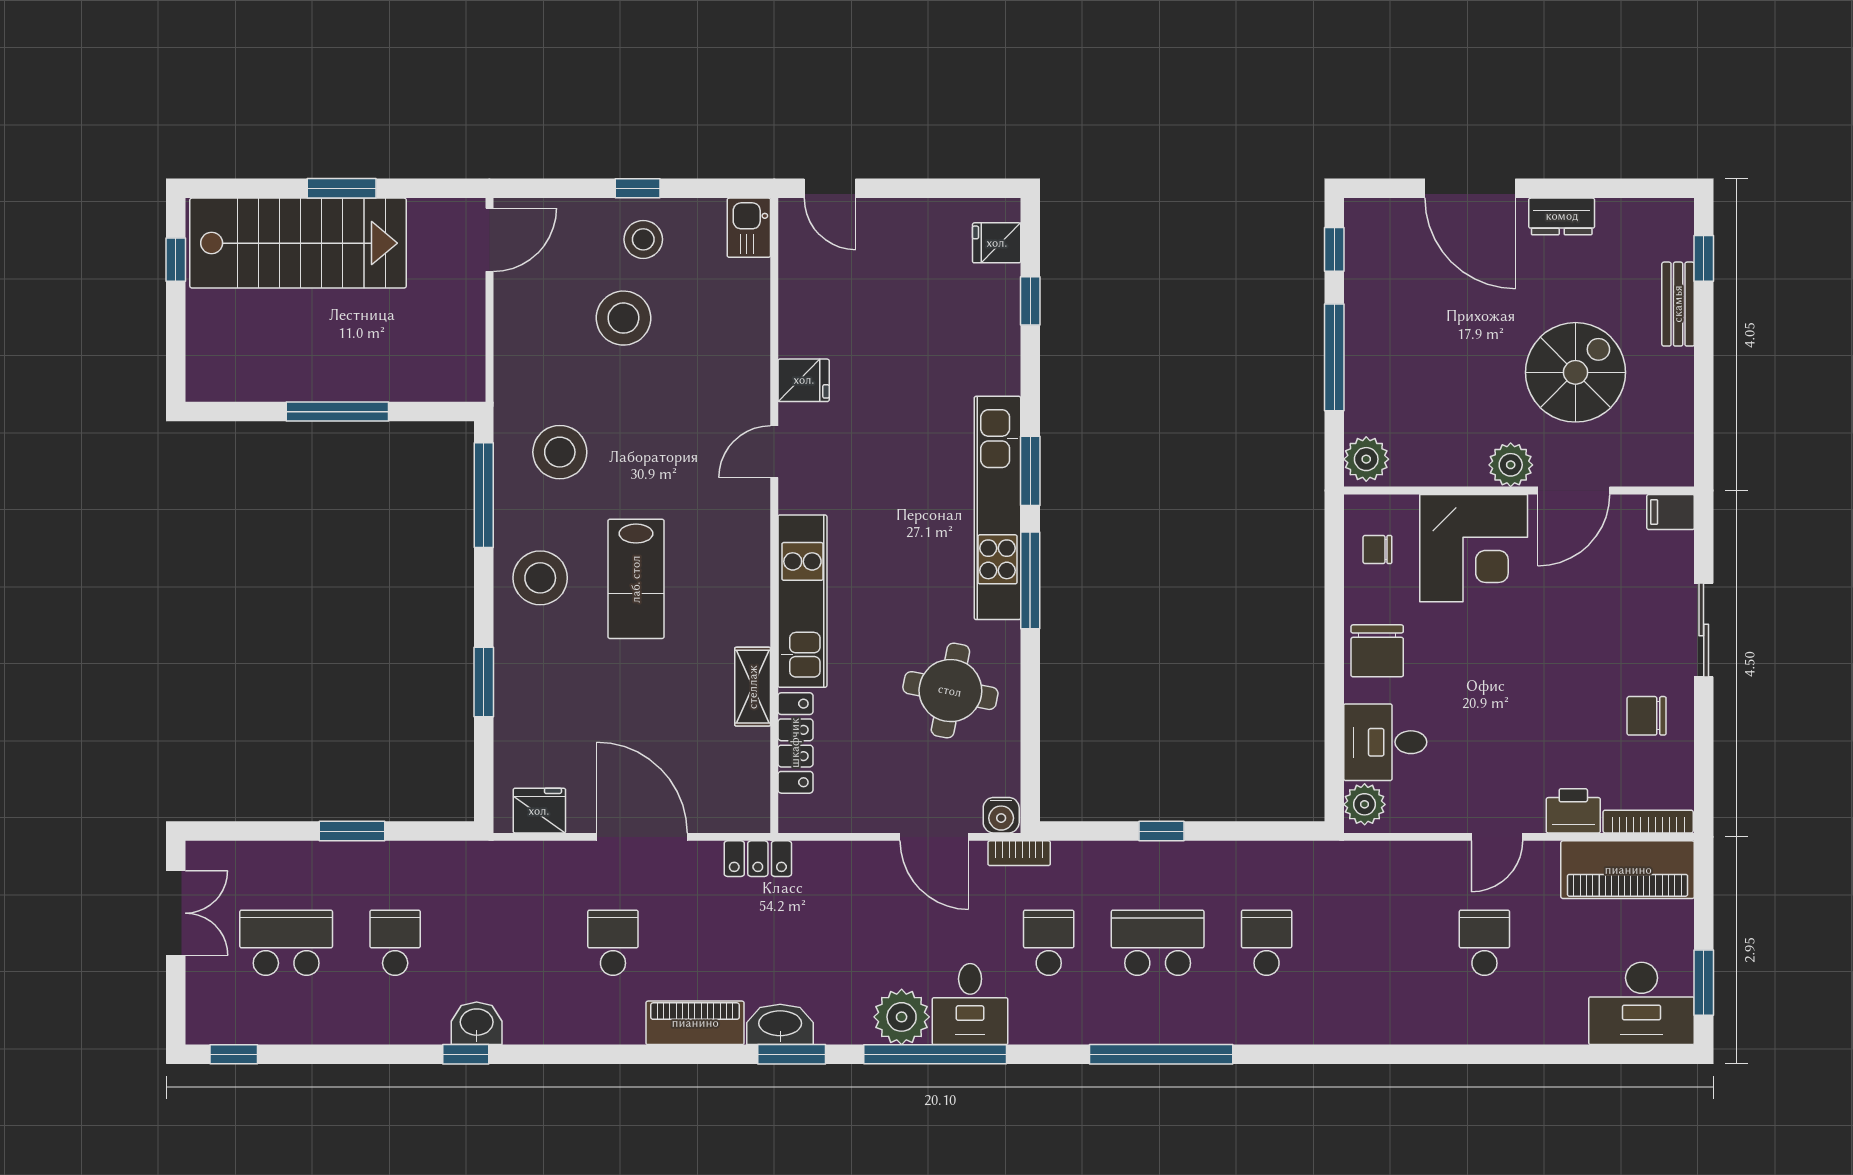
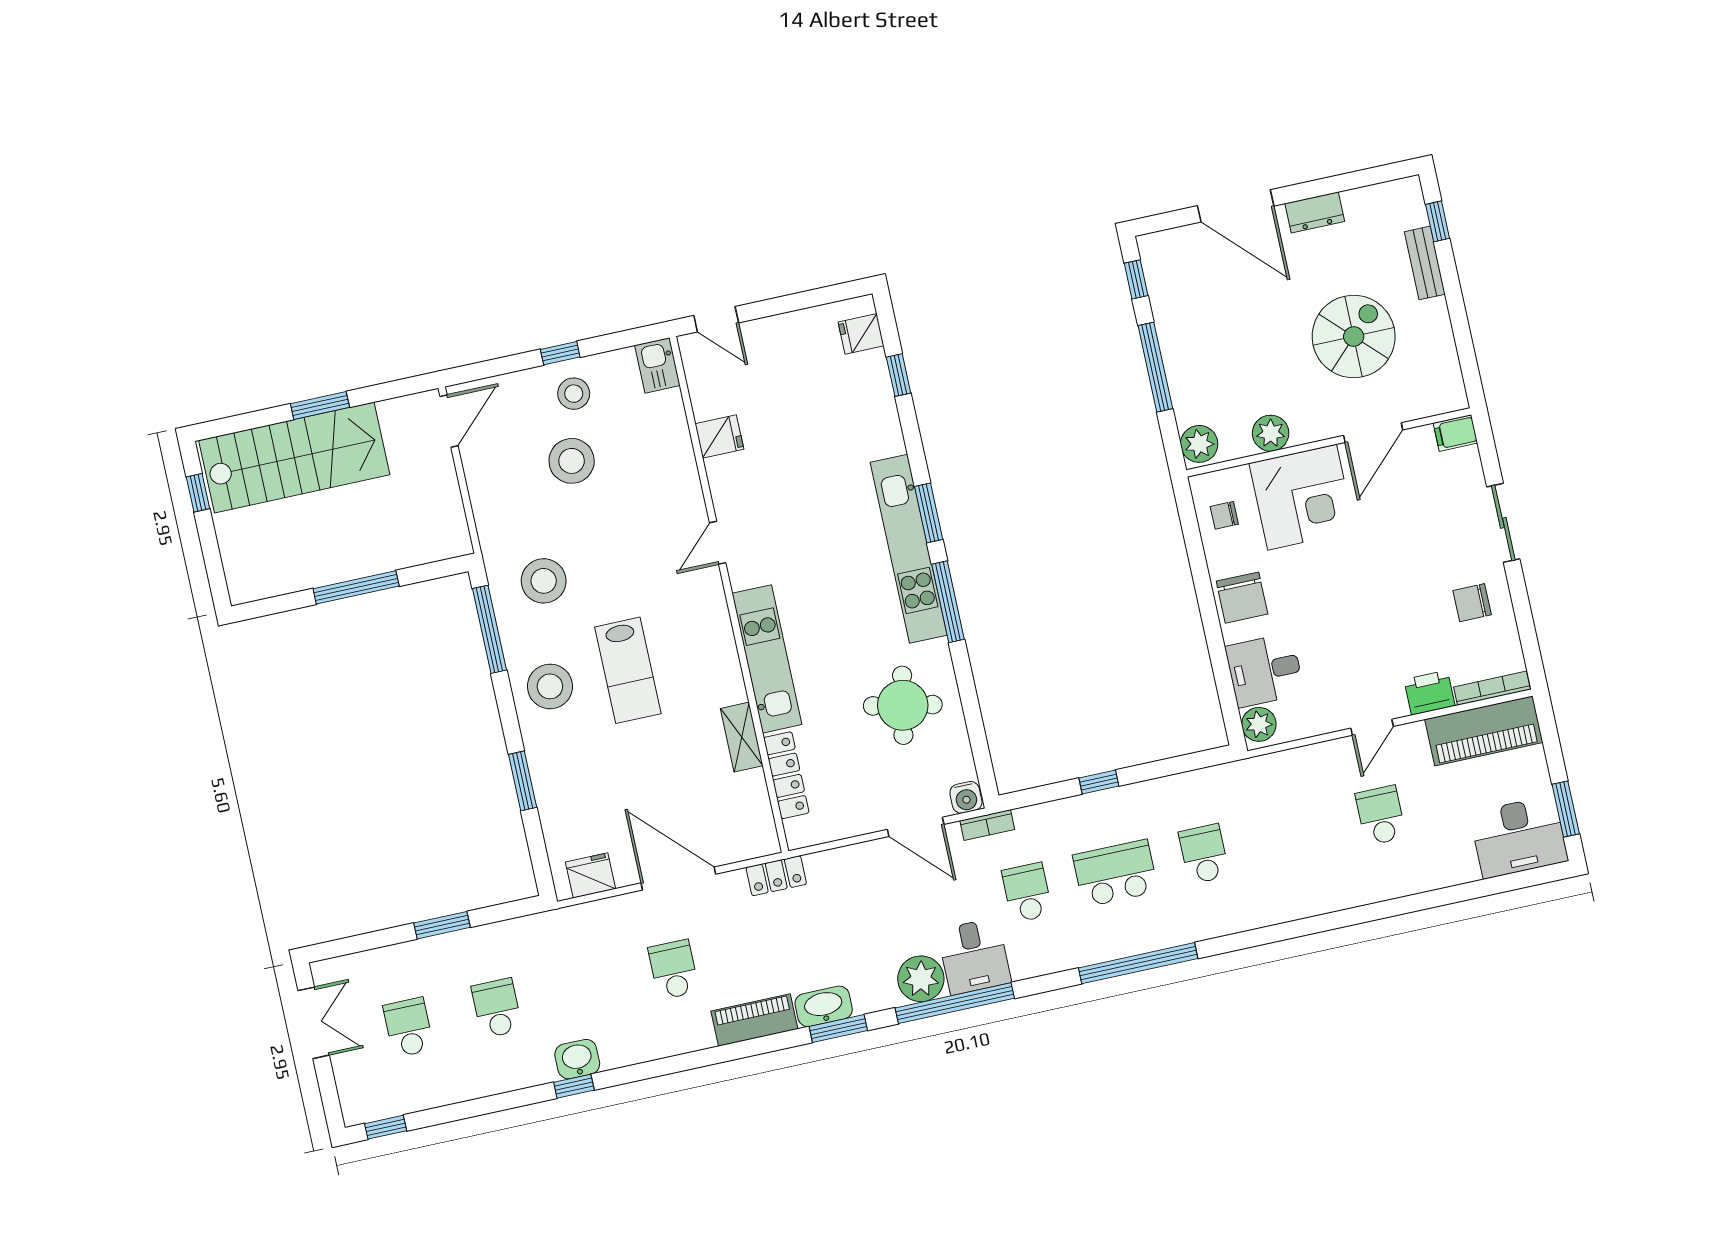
fridge: (804, 380) -> (719, 436), moved
plant: (1511, 465) -> (1271, 433), moved
school desk: (286, 943) -> (408, 1027), width x0.54

